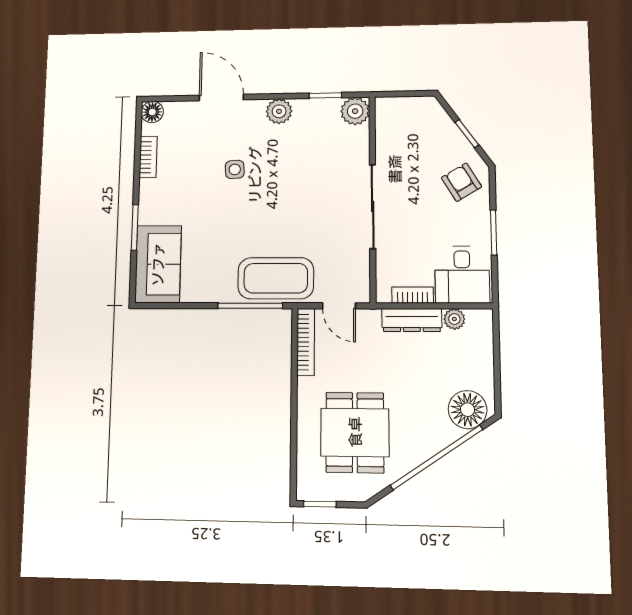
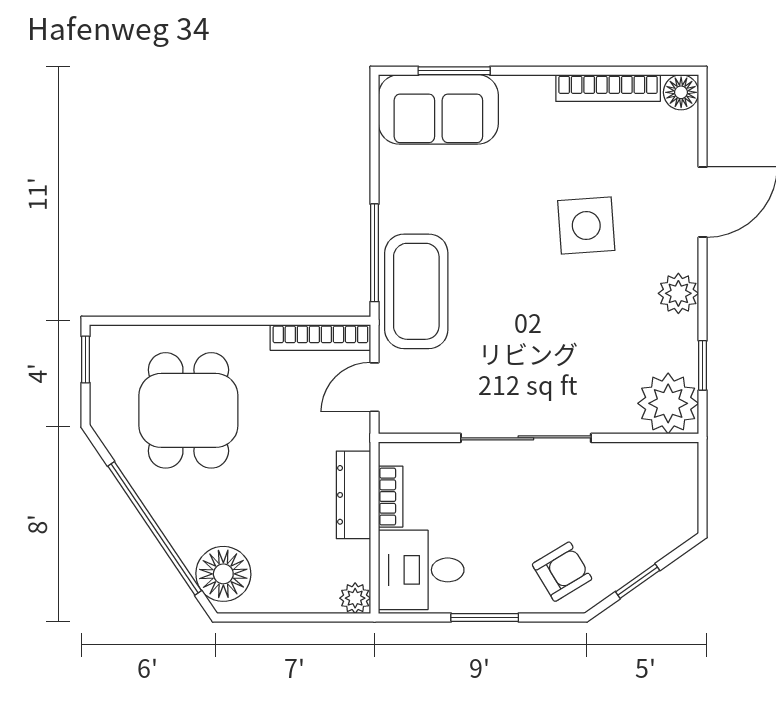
plant: (355, 111) -> (668, 403), width x1.36, depth x1.36
bookcase: (148, 157) -> (608, 88), width x1.56
side table: (235, 169) -> (586, 225), width x1.87, depth x1.87
window: (135, 227) -> (454, 71), moved
plant: (454, 319) -> (355, 598), moved
dining table: (355, 432) -> (188, 410), turned 90

